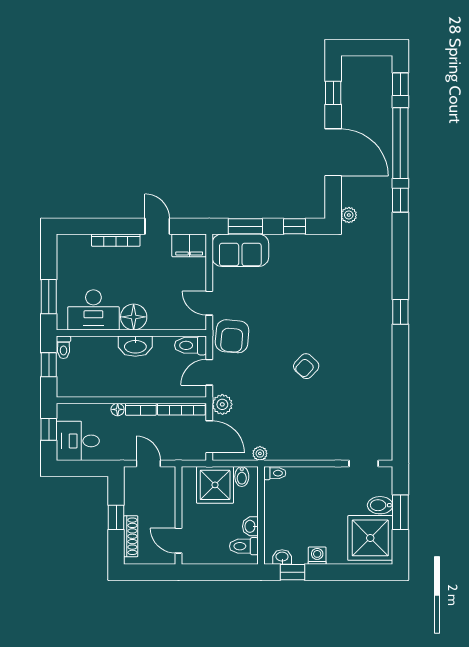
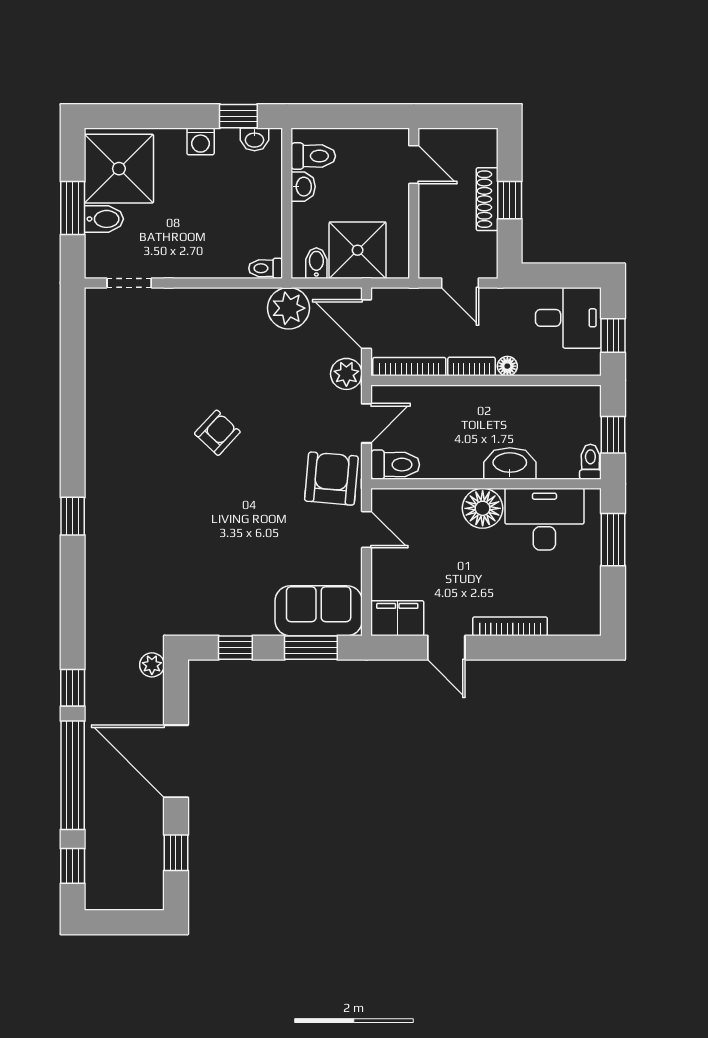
washbasin: (135, 346) -> (510, 463), moved
plant: (260, 453) -> (289, 308), width x1.87, depth x1.87
shoe rack: (131, 536) -> (487, 199), moved

